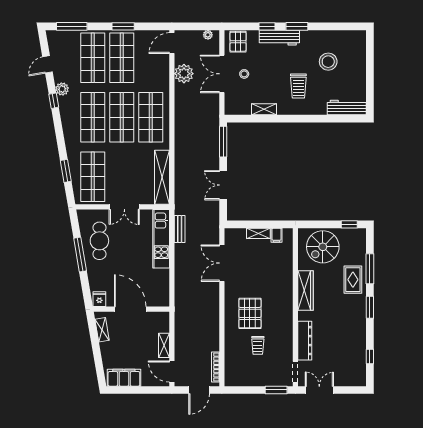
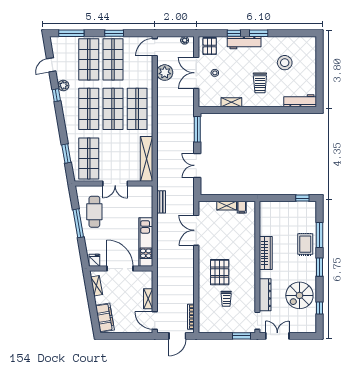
kitchen unit: (161, 239) -> (146, 242), moved
spiral stairs: (323, 247) -> (299, 295), moved
filing cabinet: (124, 378) -> (105, 318), moved, turned 80

